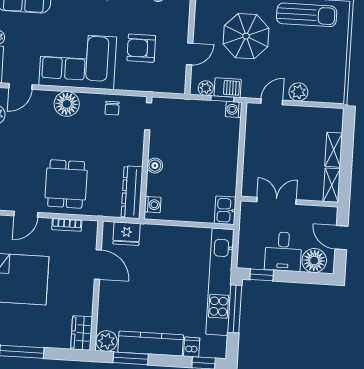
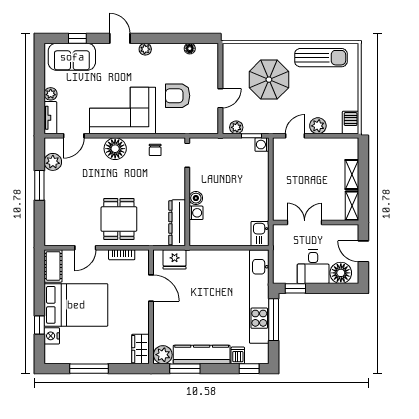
barbecue: (228, 88) -> (351, 122), moved, turned -90
washing machine: (153, 205) -> (196, 213), moved

